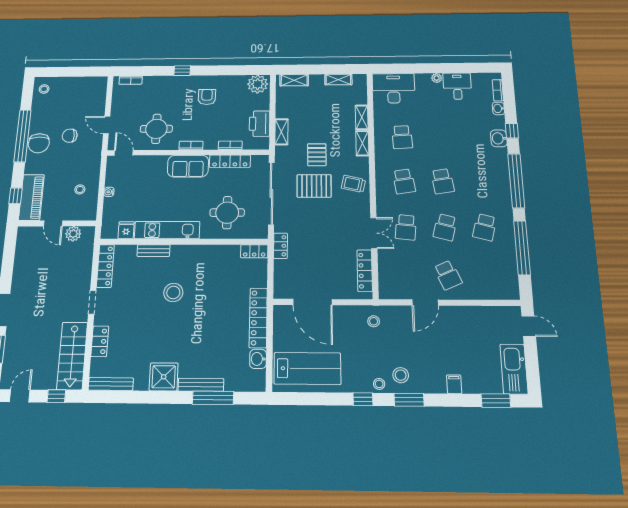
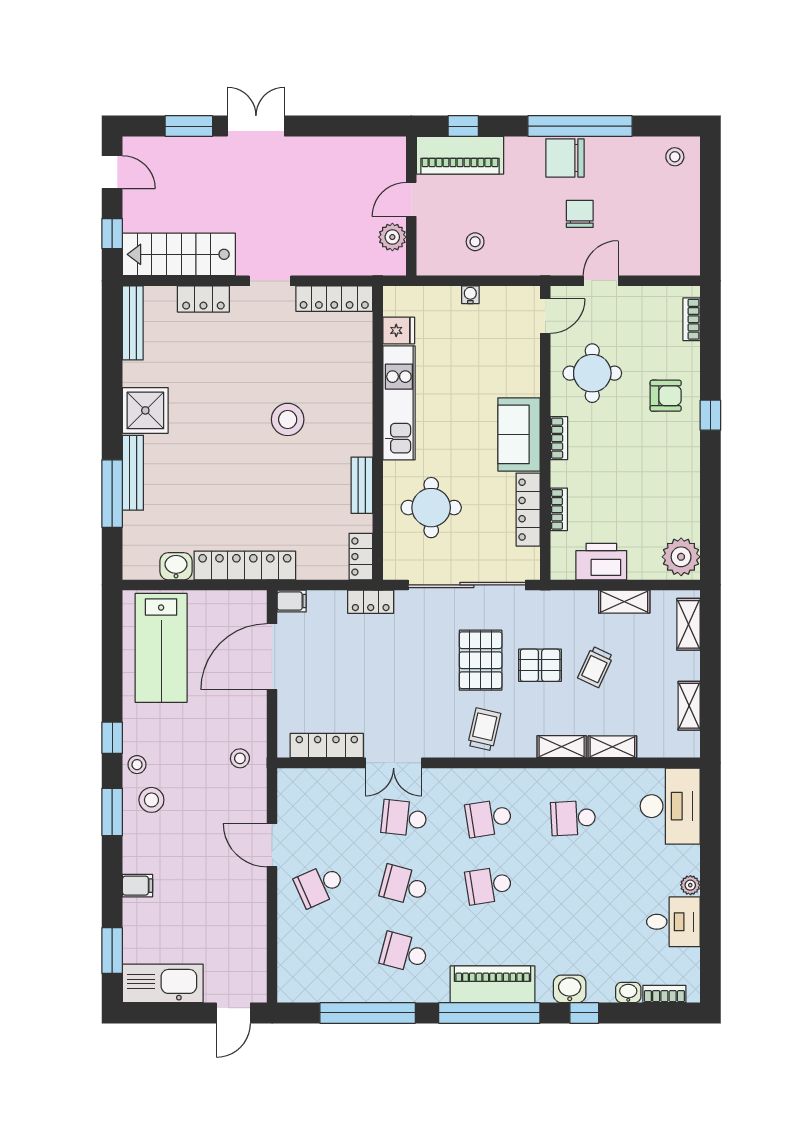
armchair: (207, 97) -> (666, 396), moved
trolley: (318, 126) -> (595, 667), added
shelving: (281, 132) -> (624, 602), moved
piano: (499, 179) -> (493, 984), added
bench: (154, 251) -> (362, 485), moved
filing cabinet: (280, 291) -> (292, 601), added

